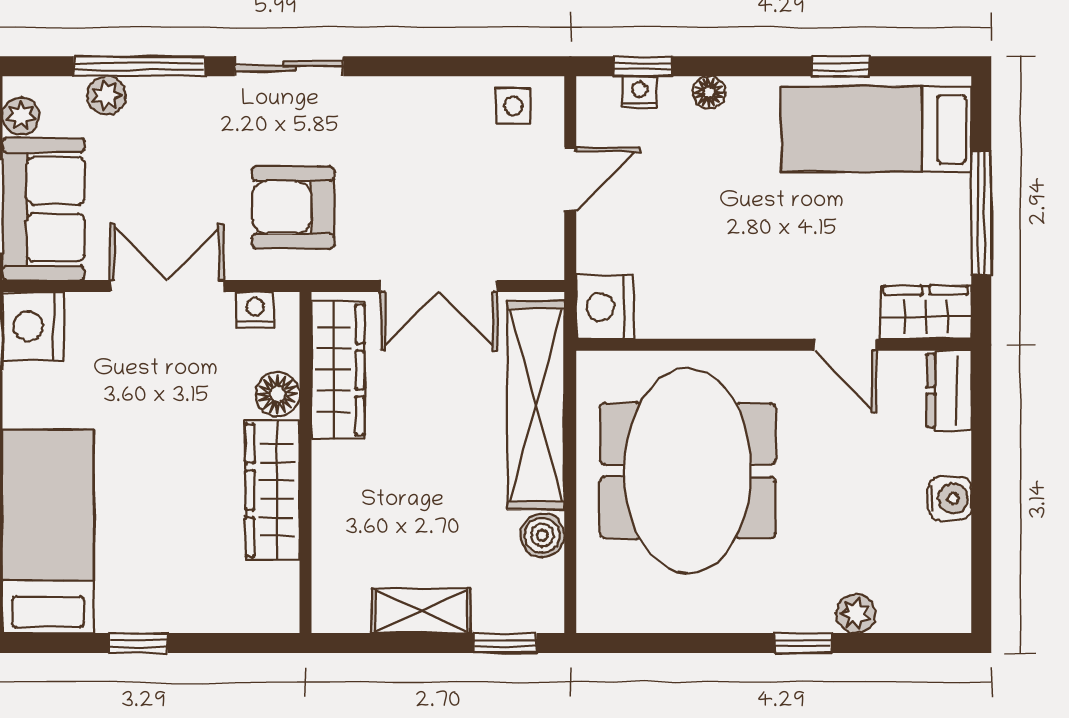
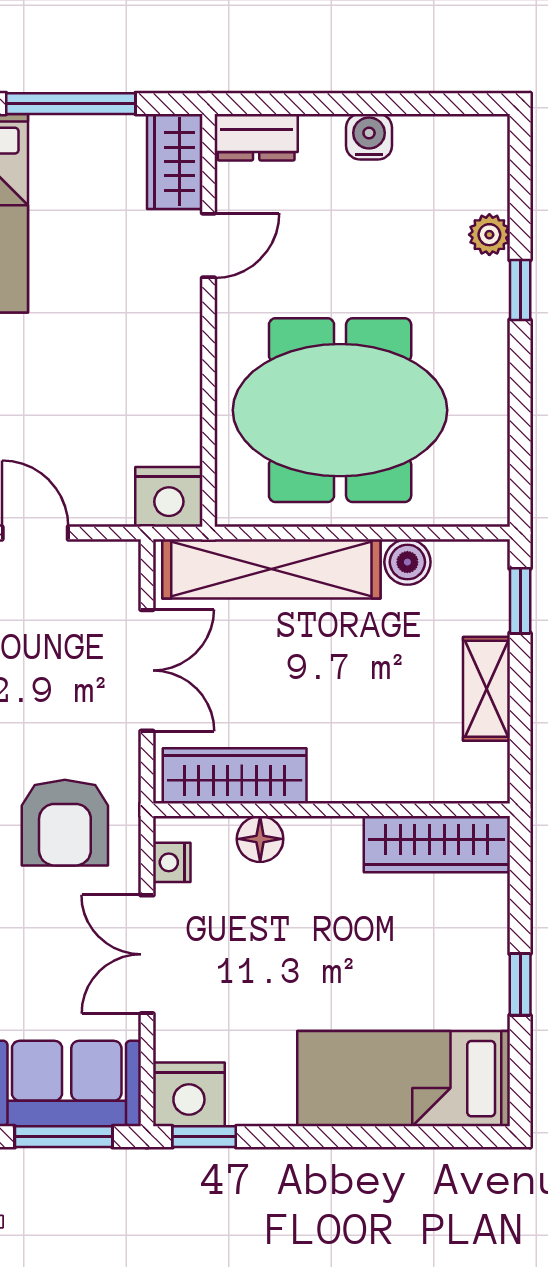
wardrobe: (273, 490) -> (437, 844), moved

